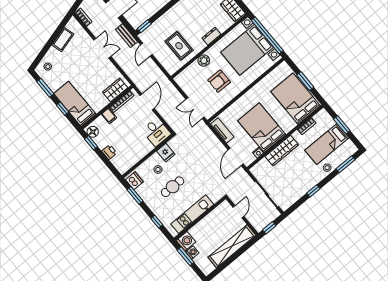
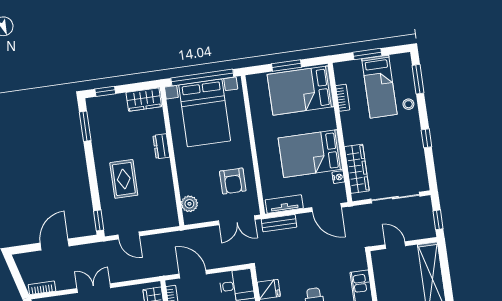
bench: (127, 36) -> (279, 223), moved
rug: (179, 46) -> (124, 179), moved, turned 90
plant: (204, 61) -> (189, 204), moved
armchair: (219, 81) -> (233, 181), moved
wardrobe: (282, 151) -> (357, 169), moved

